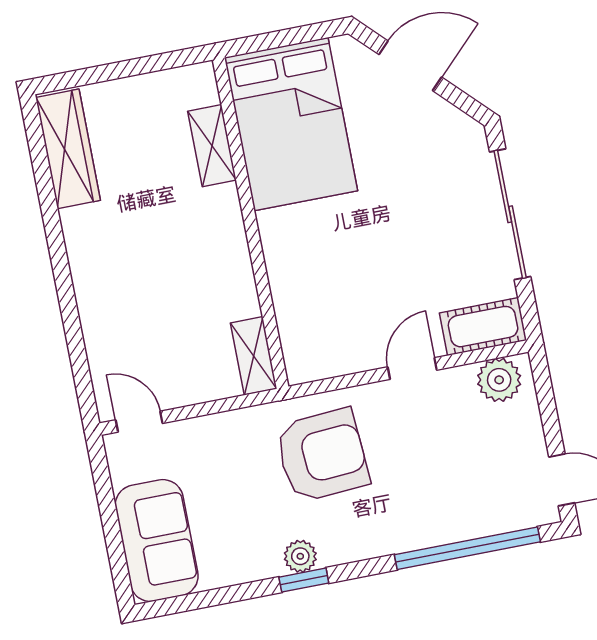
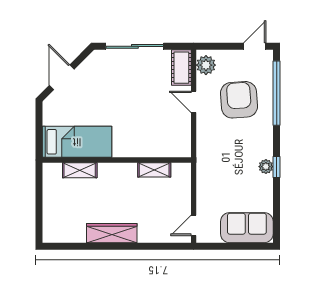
bed: (291, 124) -> (77, 142), width x0.67
wardrobe: (68, 149) -> (112, 233), moved
shelving: (254, 356) -> (154, 170), moved
armchair: (322, 455) -> (239, 100), moved

